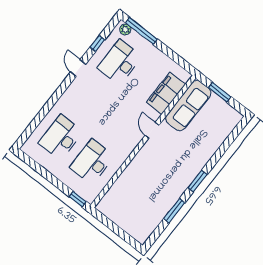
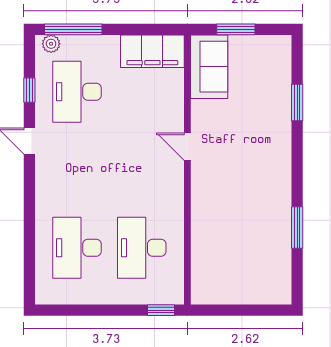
filing cabinet: (166, 93) -> (152, 51), moved, turned -90
sofa: (188, 106) -> (209, 67), width x0.73
window: (197, 181) -> (297, 102), moved

